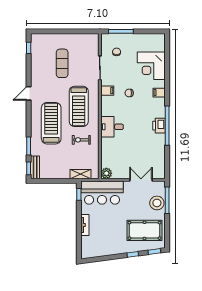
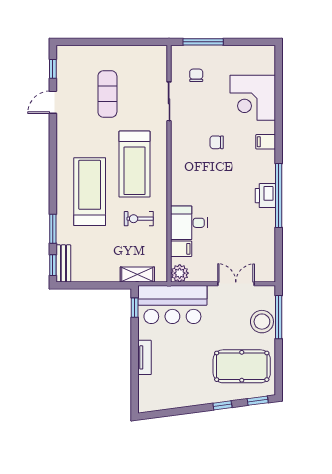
filing cabinet: (107, 91) -> (181, 249), moved
door: (29, 93) -> (53, 102), moved
desk: (112, 127) -> (189, 223), moved

